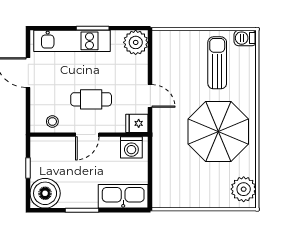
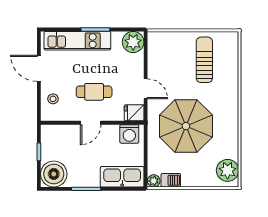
barbecue: (245, 38) -> (171, 180), moved, turned 180
stool: (52, 122) -> (53, 99), moved
parasol: (218, 132) -> (186, 126), moved
plant: (159, 201) -> (154, 181), added

